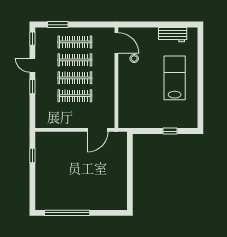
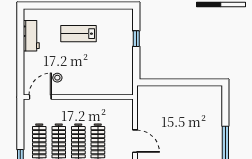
lab bench: (175, 78) -> (78, 34), width x0.73, depth x0.72
door: (98, 130) -> (135, 141), moved

